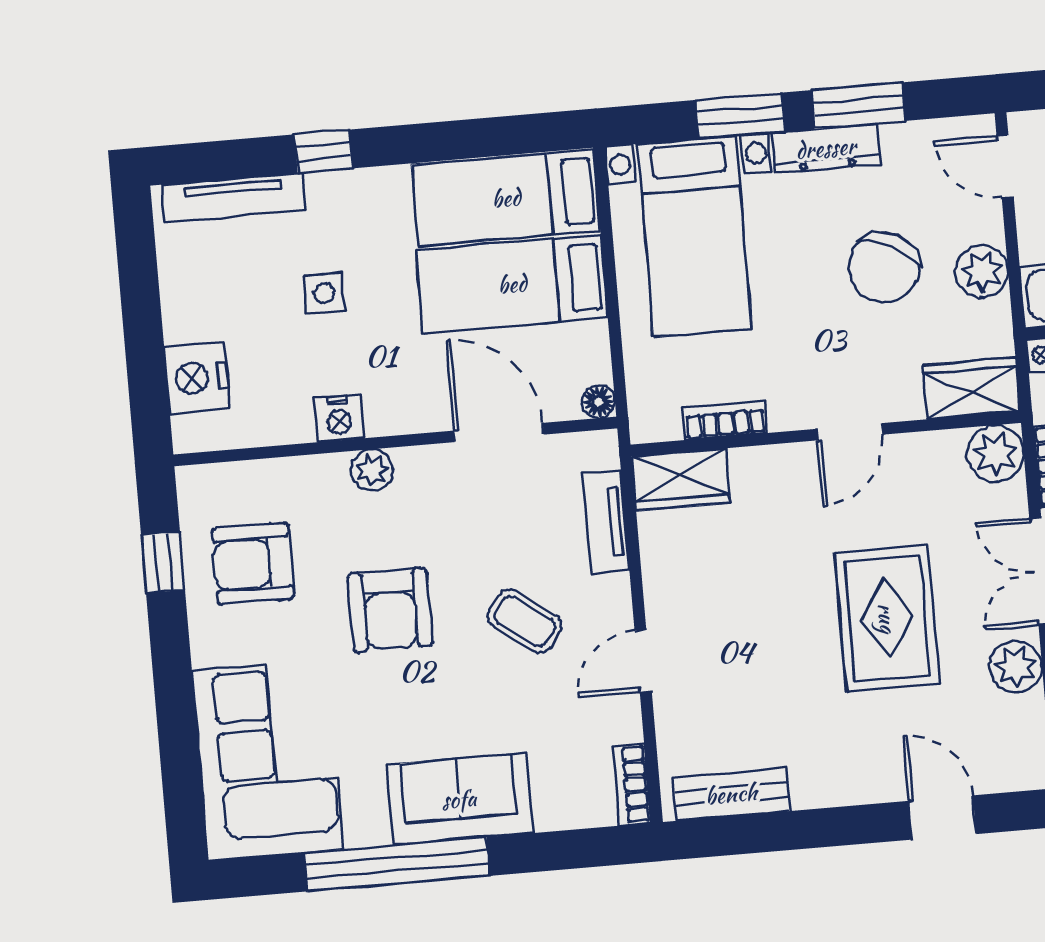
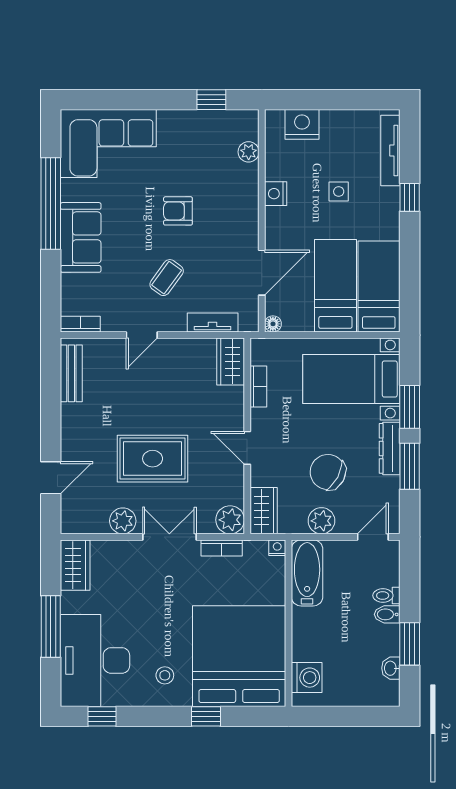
plant: (372, 470) -> (249, 152), moved
armchair: (253, 564) -> (207, 144), removed
armchair: (390, 610) -> (178, 211), width x0.72, depth x0.72
door: (643, 661) -> (142, 335), swing flipped

